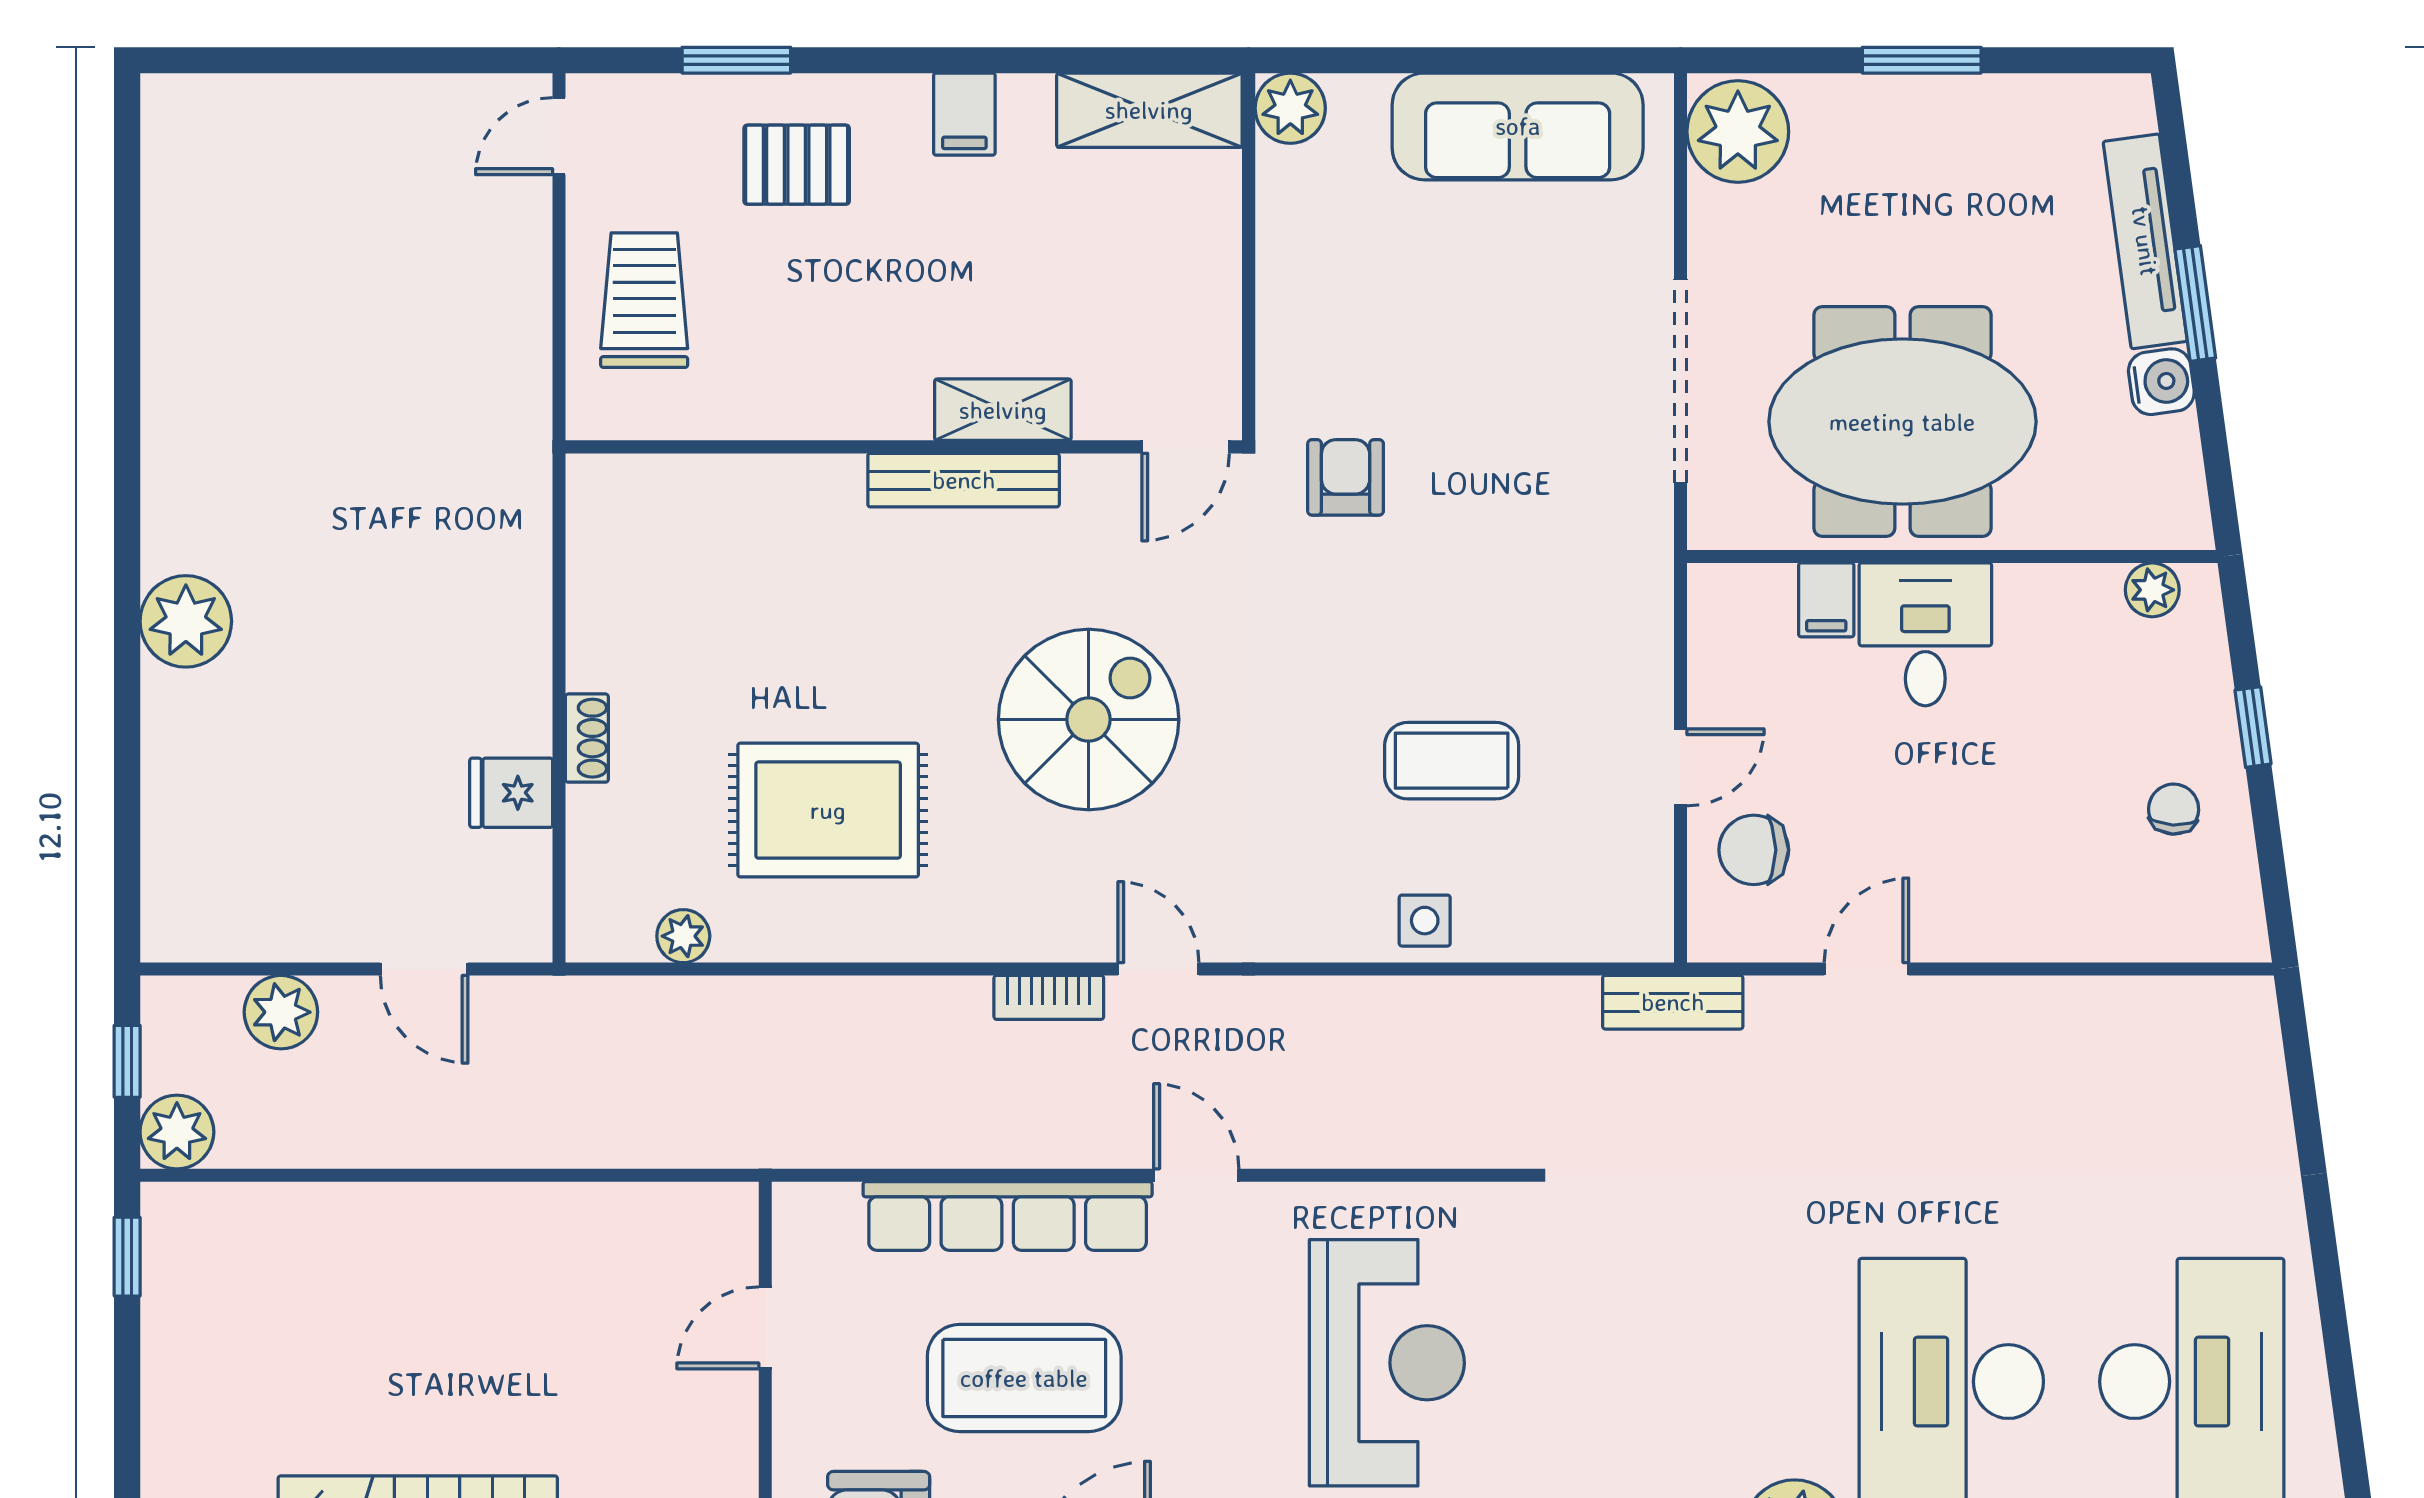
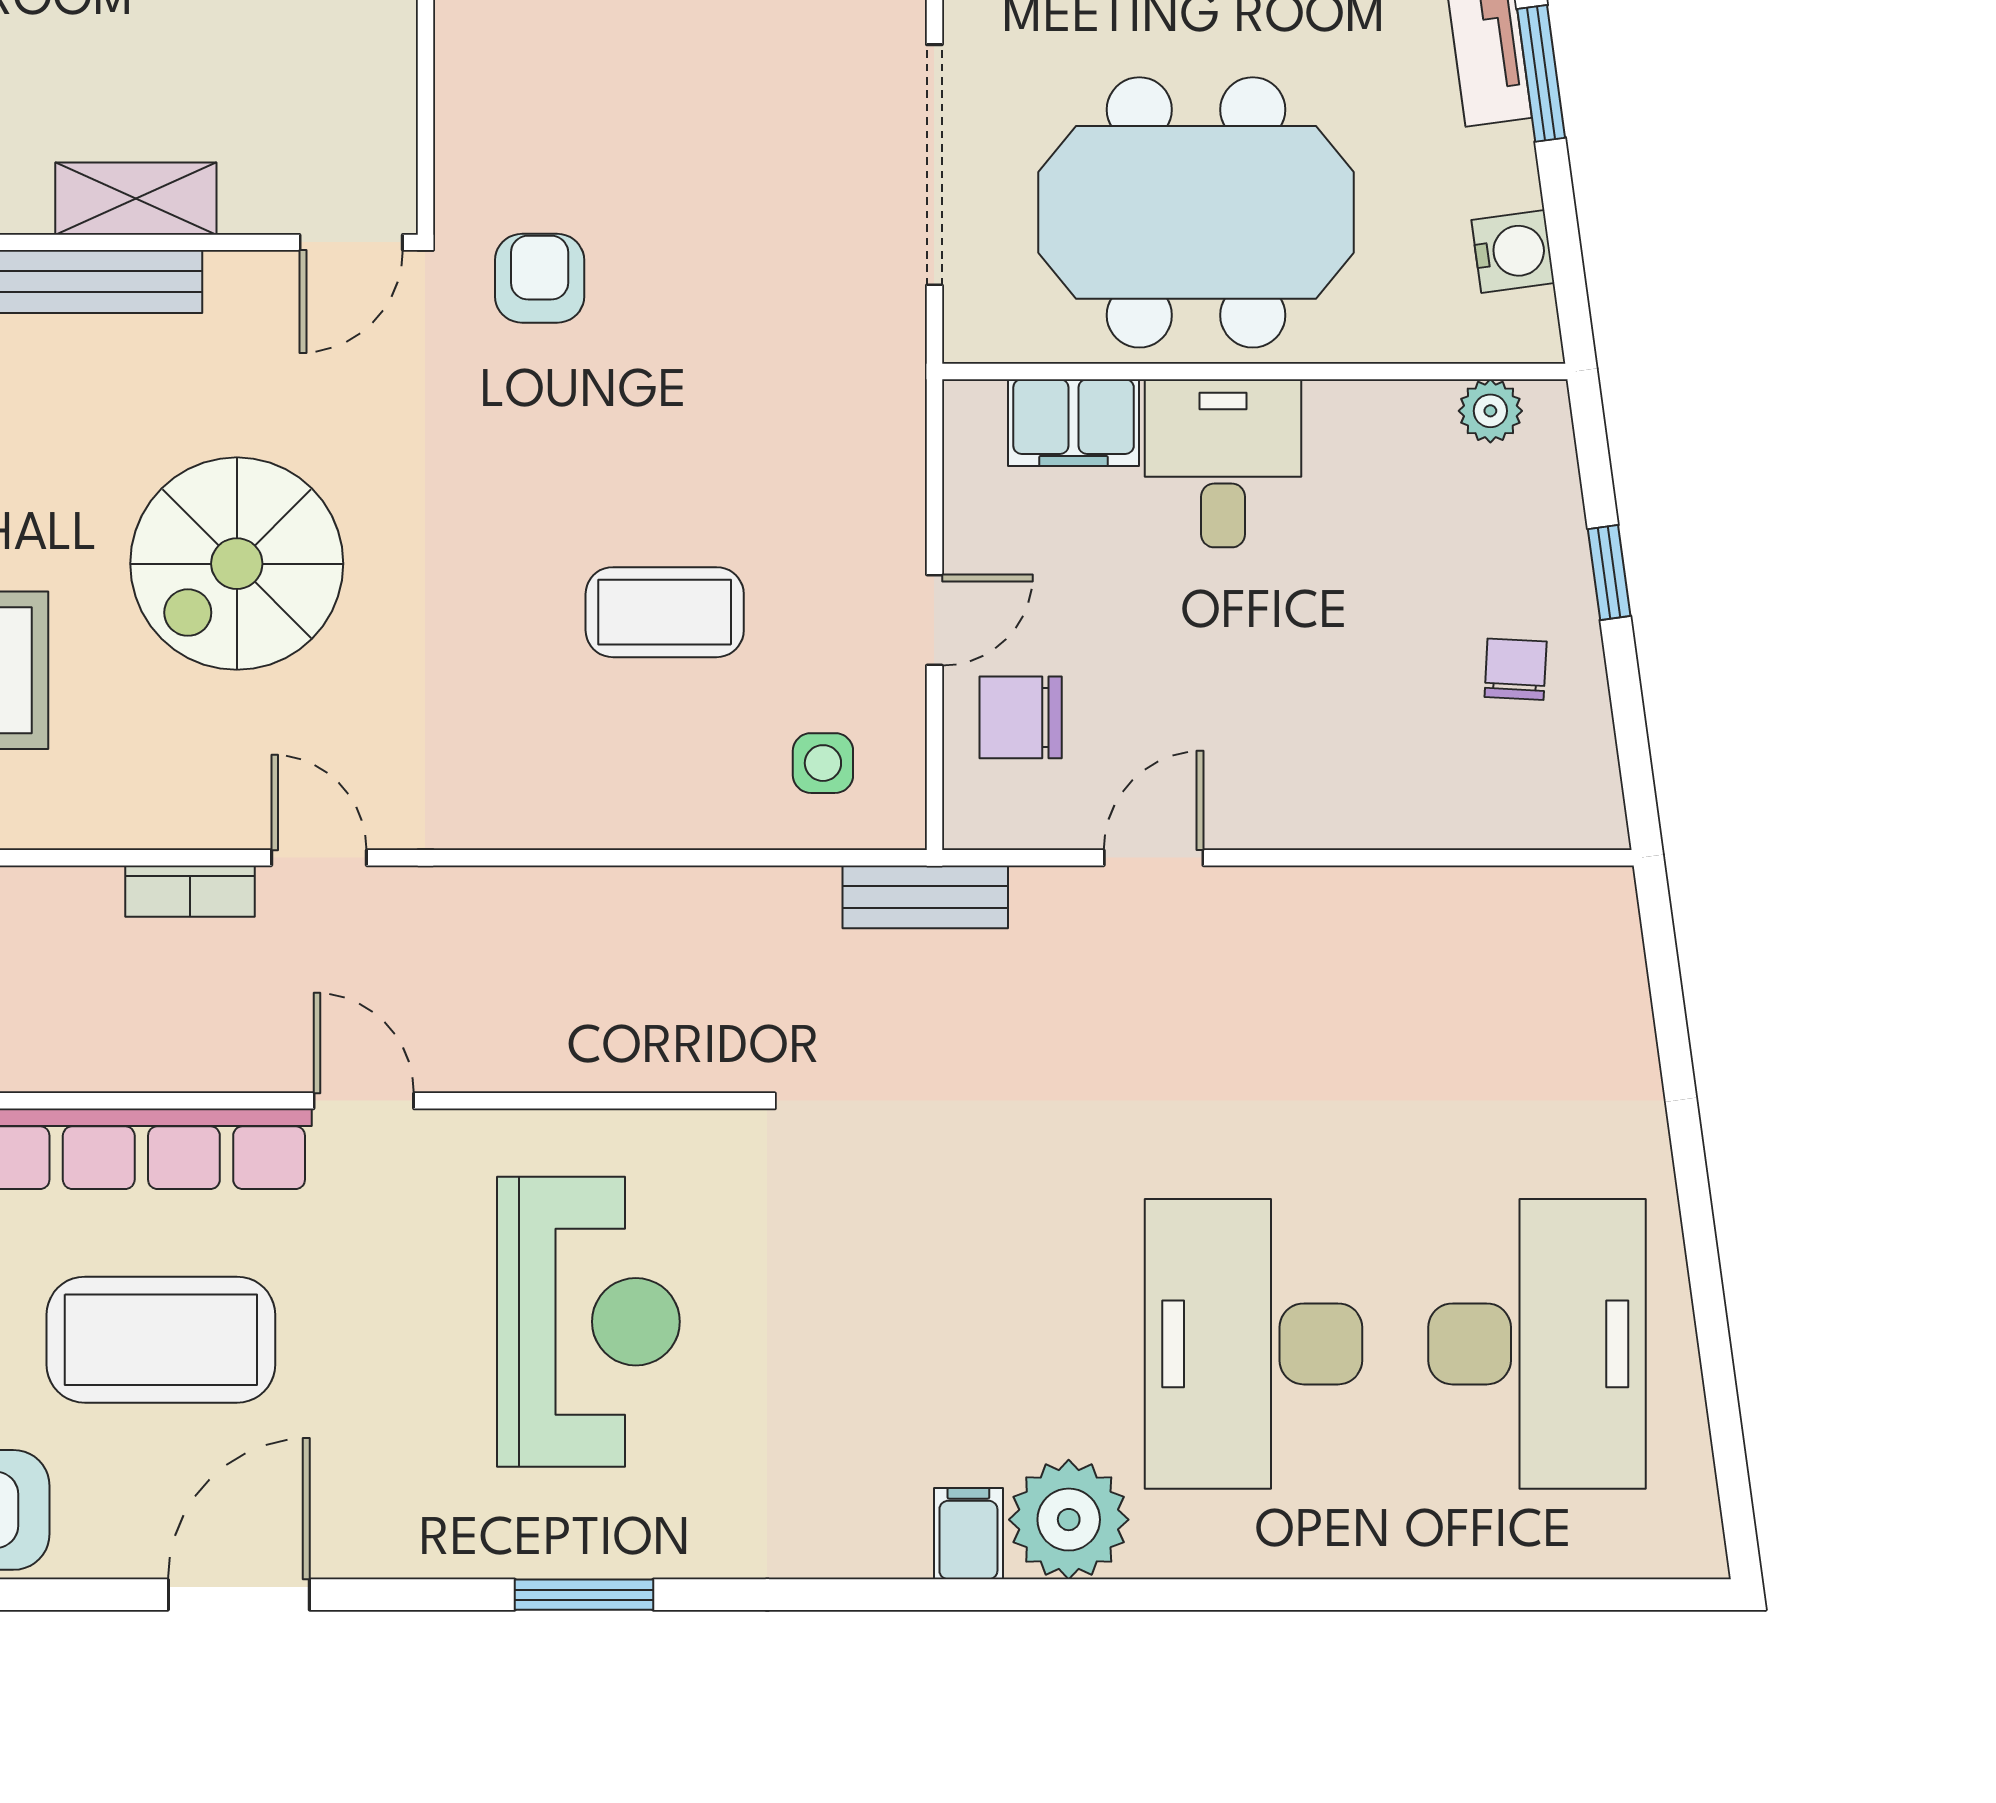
water cooler: (2161, 382) -> (1513, 252), moved
filing cabinet: (1826, 600) -> (1074, 423), width x2.00
spiral stairs: (1089, 719) -> (237, 564), turned 180
side table: (1425, 921) -> (823, 763), moved

